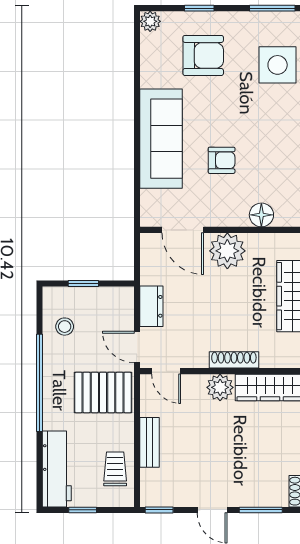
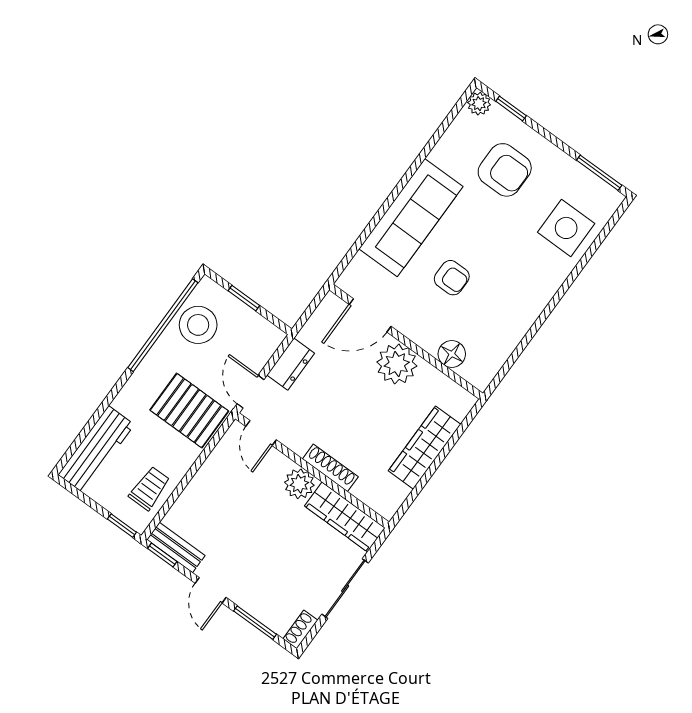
window: (199, 8) -> (511, 108), moved
door: (183, 230) -> (370, 315), hinge flipped
stool: (65, 327) -> (198, 325), width x1.89, depth x1.89
window: (40, 383) -> (163, 325), moved
bench: (149, 442) -> (176, 548), moved, turned 90
window: (83, 510) -> (122, 526), moved

